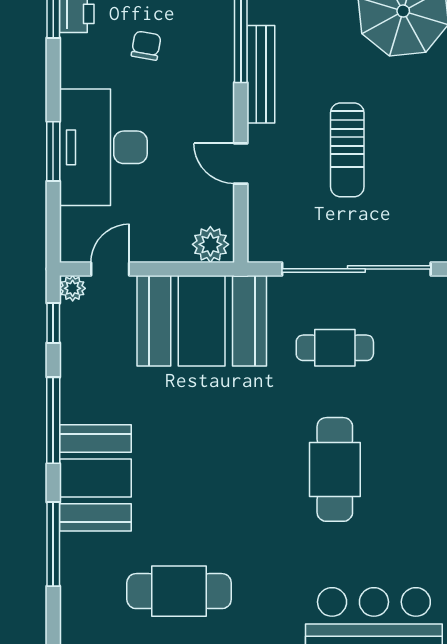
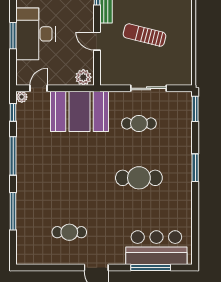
sun lounger: (347, 150) -> (144, 35), turned 104
sliding door: (356, 269) -> (149, 88), width x0.54
cafe table: (335, 469) -> (139, 178), turned 90
booth: (95, 478) -> (32, 182), removed
cafe table: (179, 591) -> (69, 232), width x0.73, depth x0.74

